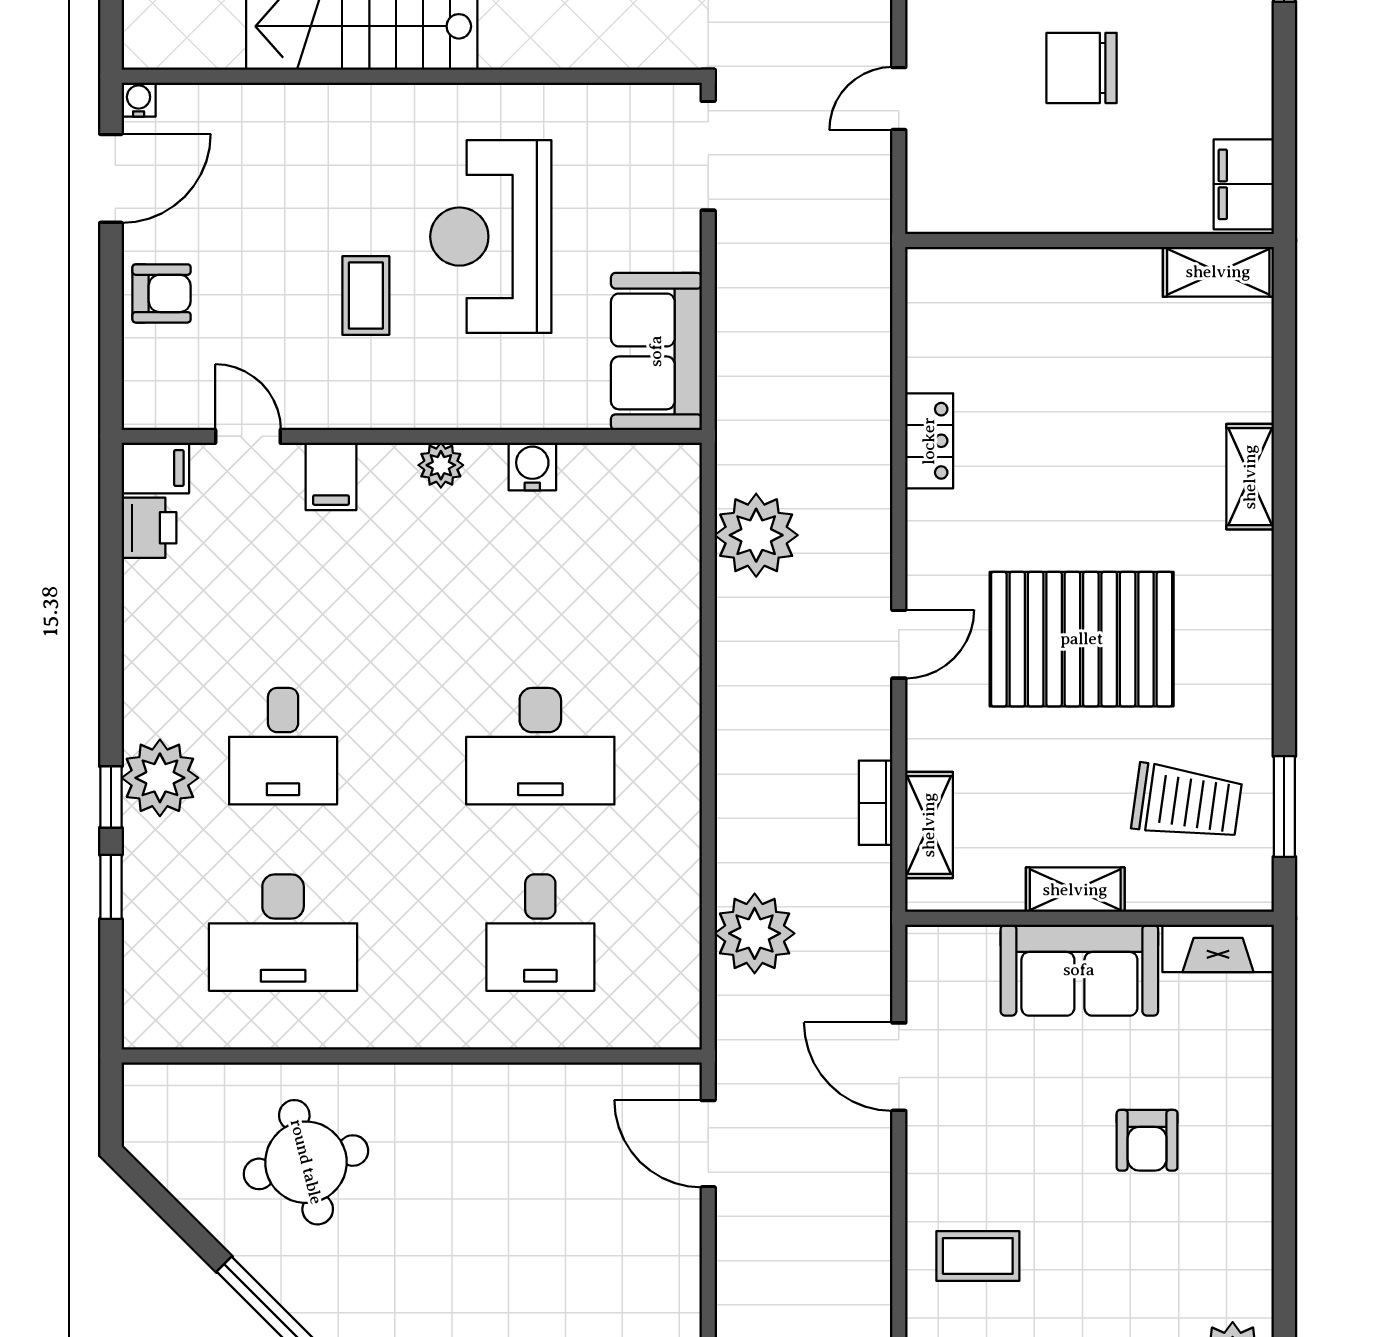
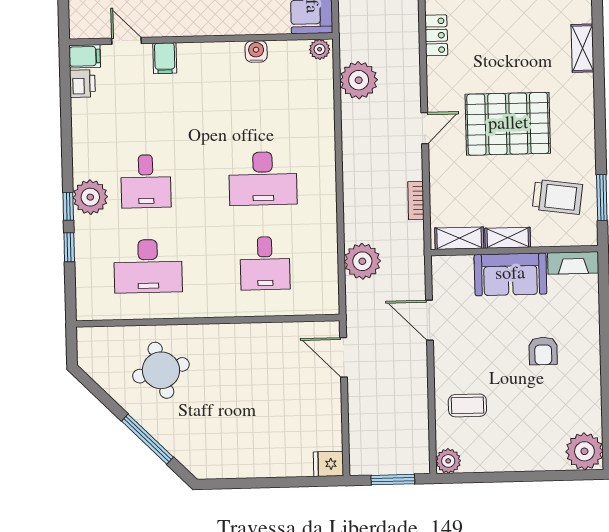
plant: (441, 465) -> (320, 49), moved
shelving: (929, 825) -> (459, 238), moved, turned 90

